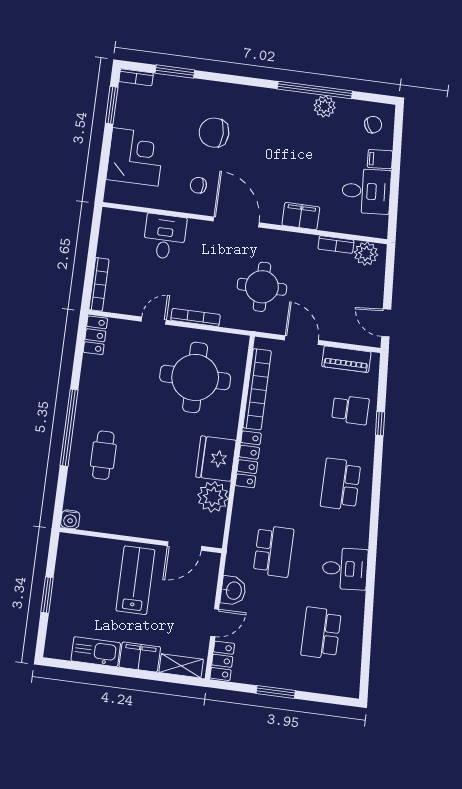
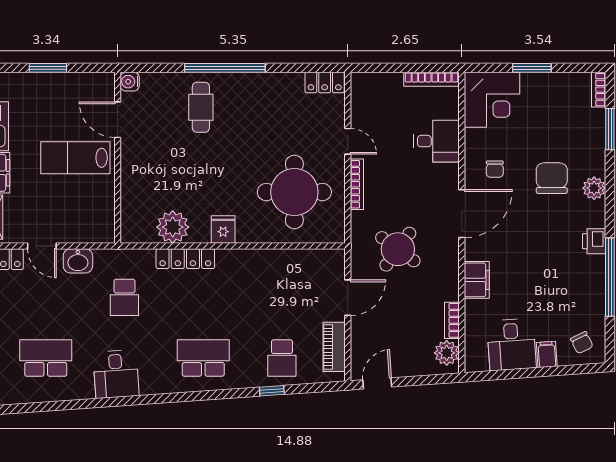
printer: (279, 100) -> (594, 241), added
window: (112, 105) -> (532, 68), moved
plant: (325, 106) -> (594, 188), moved
corner desk: (135, 157) -> (492, 100), moved
chair: (198, 185) -> (495, 169), turned 180
bookcase: (99, 284) -> (432, 79), moved
round table: (262, 287) -> (398, 249), turned 36
bookcase: (257, 389) -> (291, 258), removed
cafe table: (103, 455) -> (201, 107), turned 90
fridge: (216, 459) -> (223, 229), width x0.53, depth x0.75
locker: (248, 459) -> (185, 259), moved
door: (185, 546) -> (118, 120), moved
school desk: (274, 551) -> (124, 297), width x0.54
lab bench: (135, 580) -> (75, 158), turned 180

